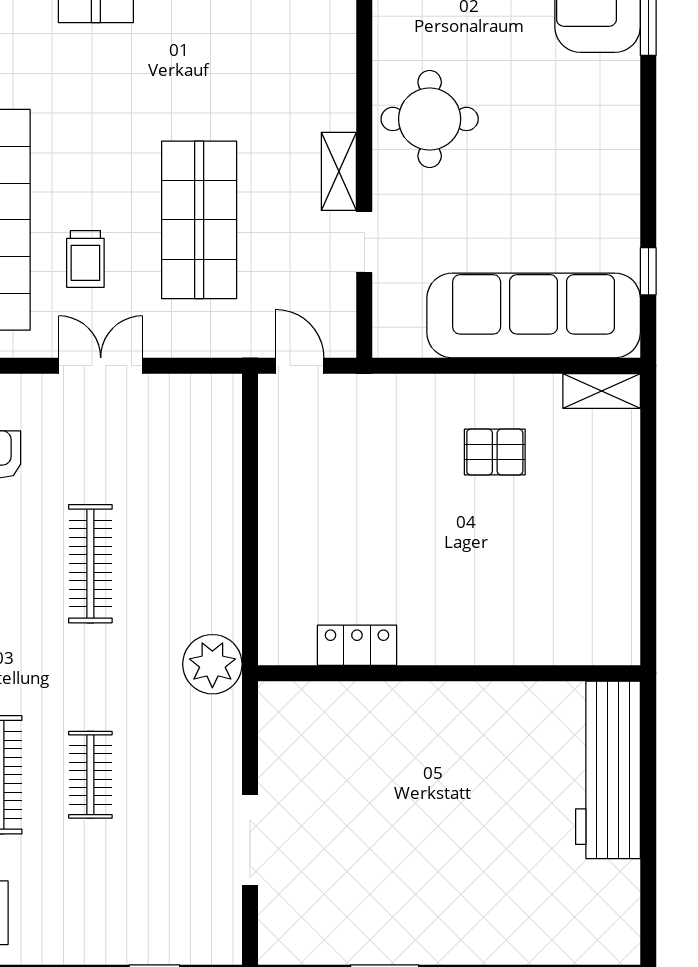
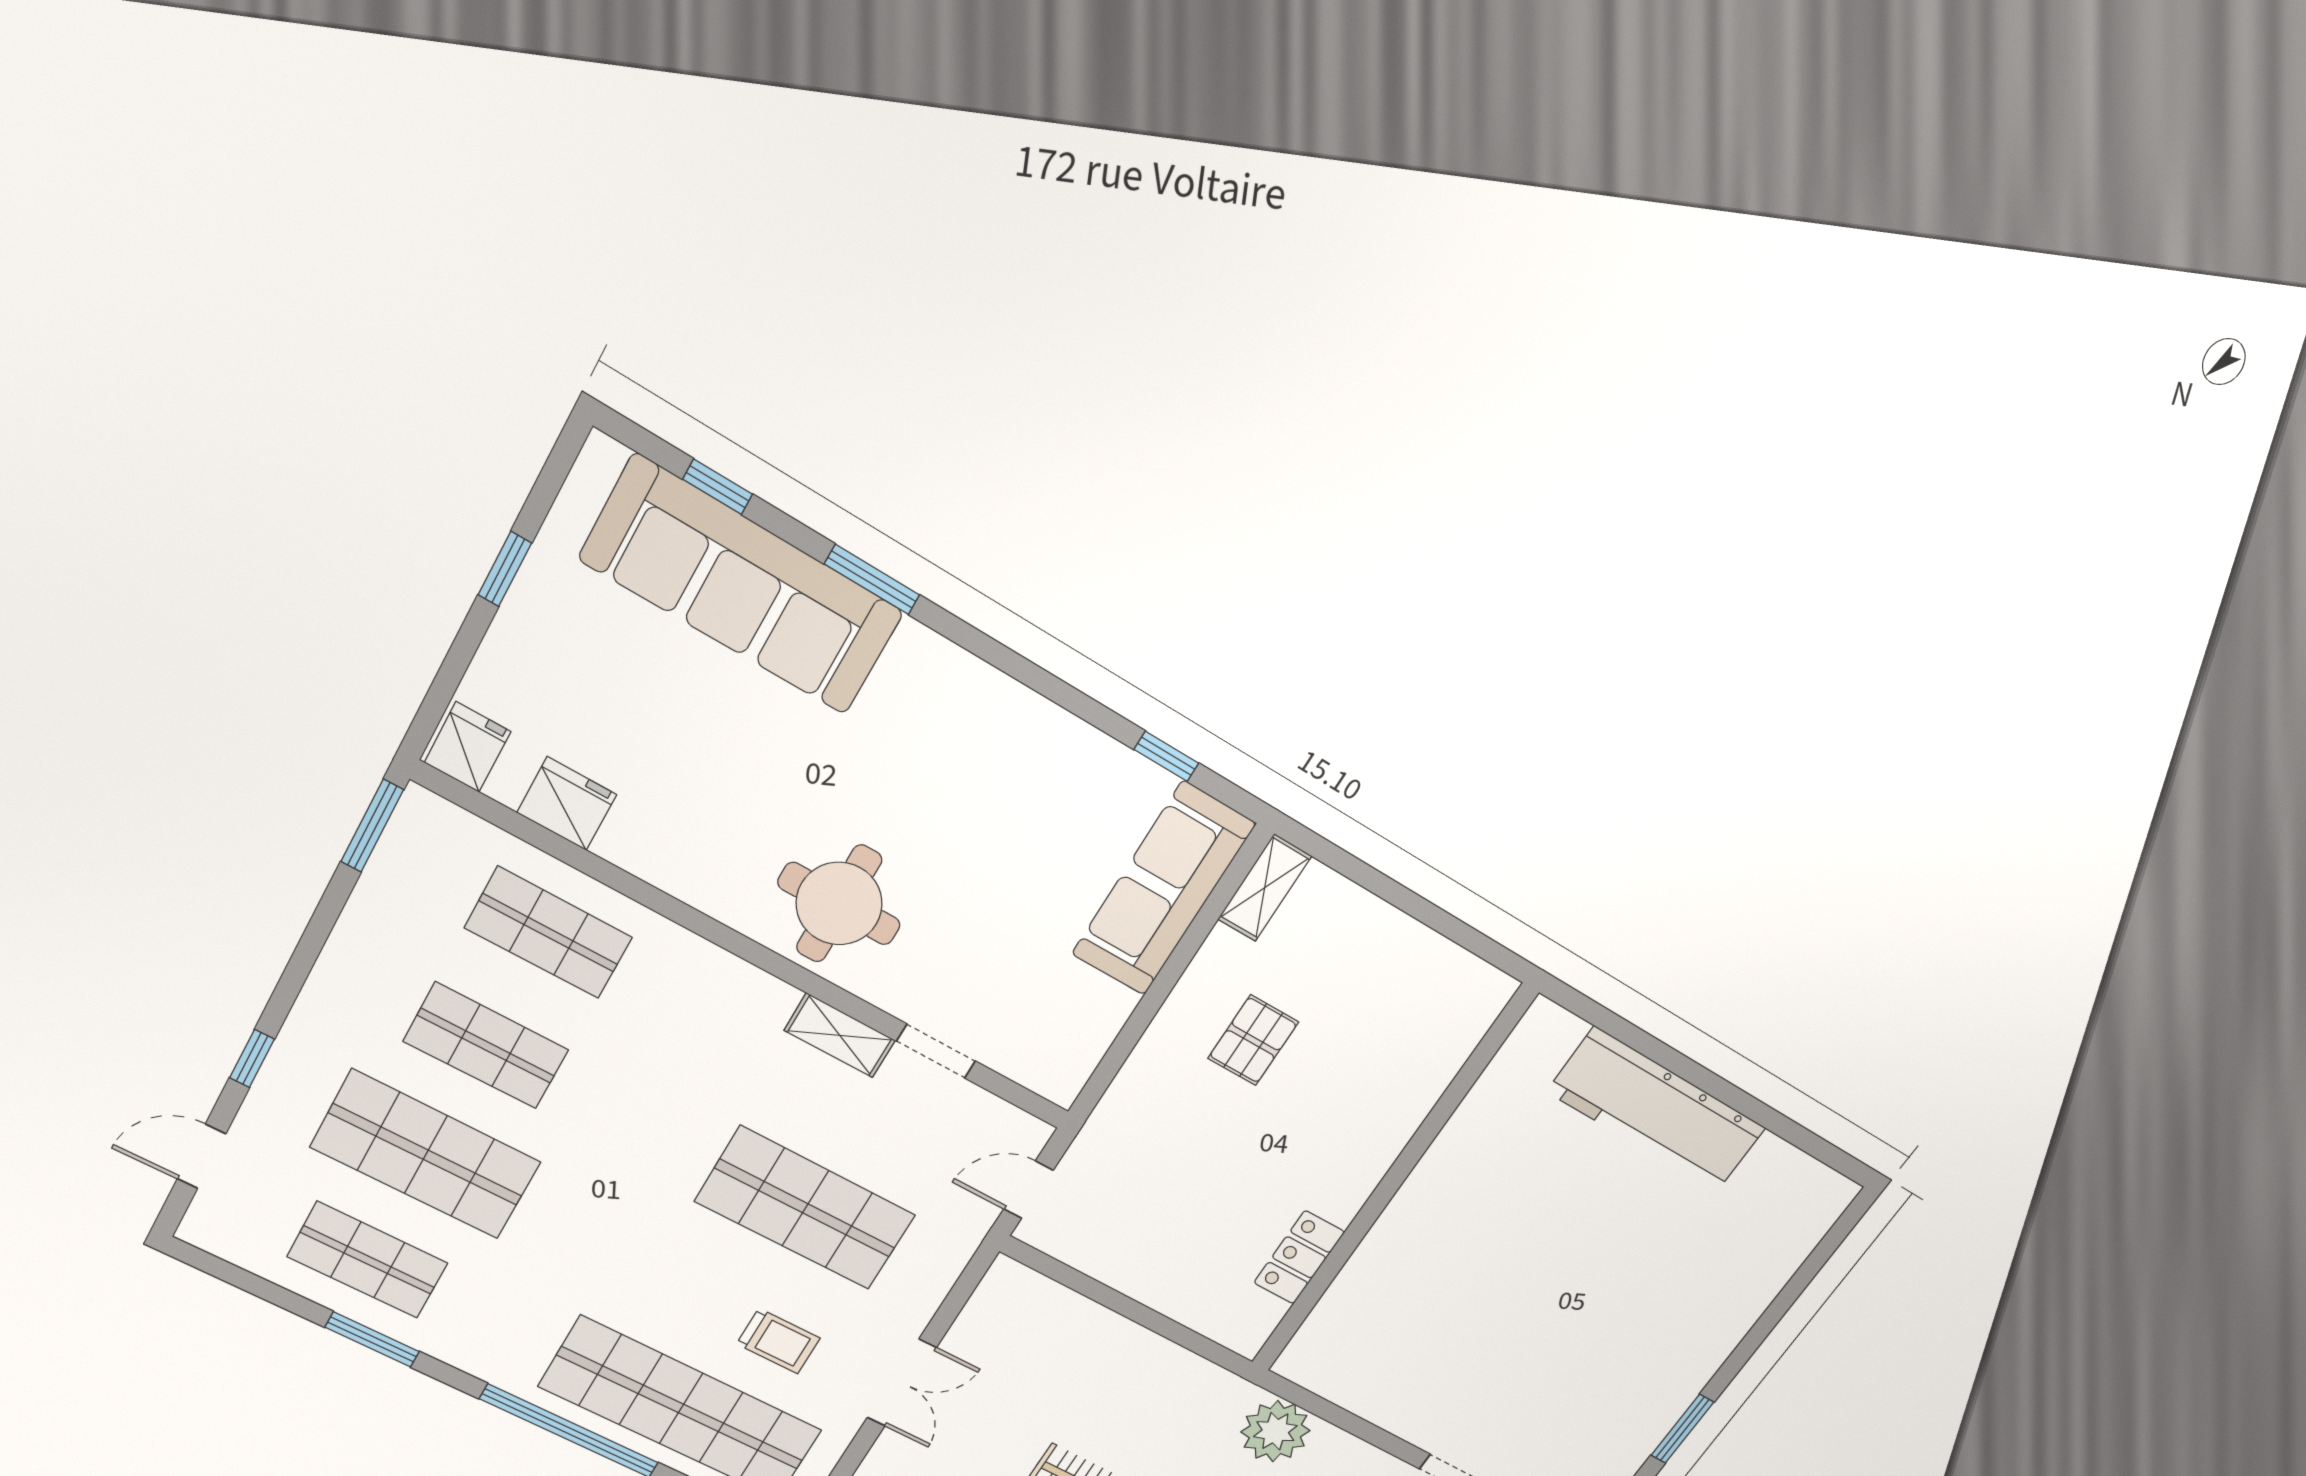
sofa: (534, 315) -> (1163, 889), width x0.74, depth x0.79
double door: (101, 366) -> (902, 1383), swing flipped
locker: (357, 645) -> (1299, 1257), moved
wall: (449, 673) -> (1391, 1183), moved

